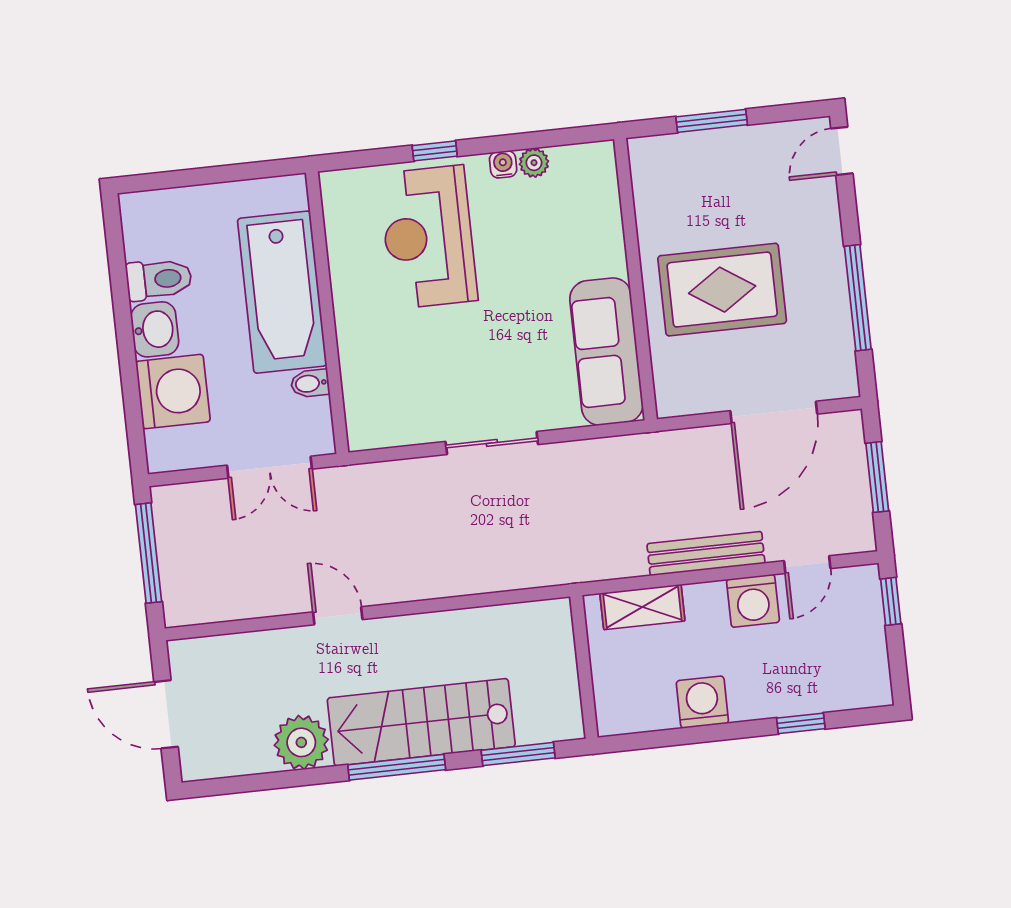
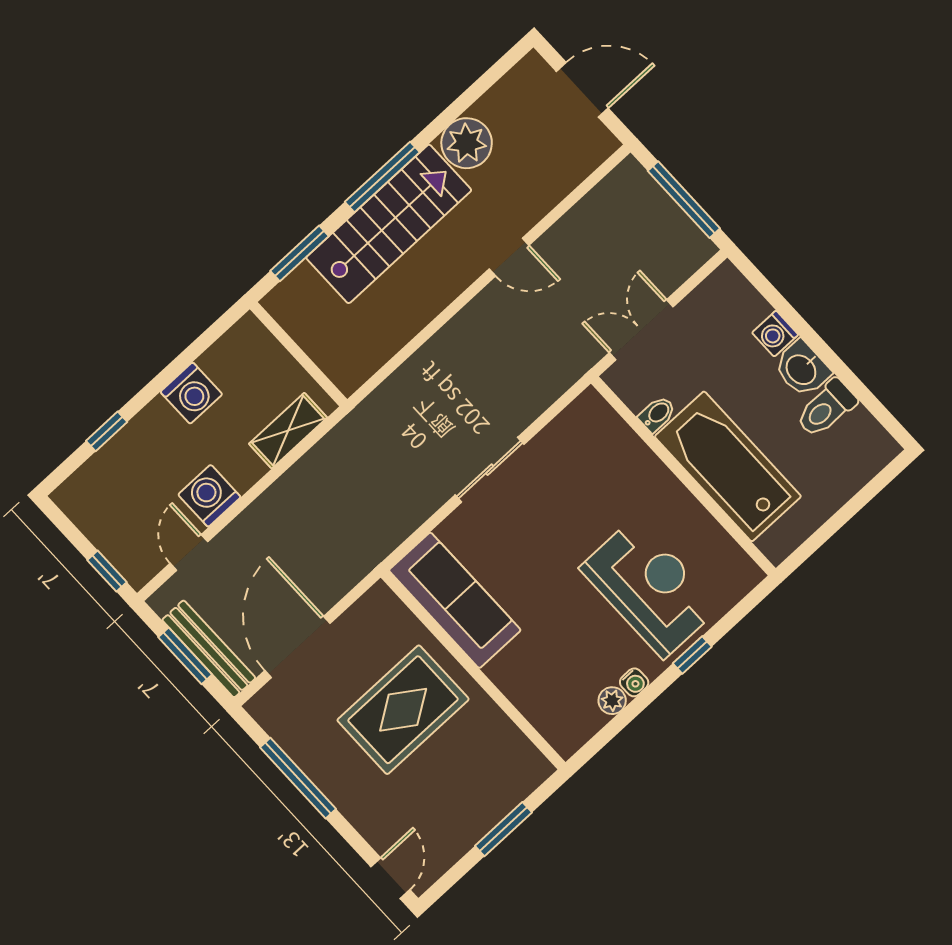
washing machine: (173, 392) -> (775, 334), width x0.53, depth x0.53
bench: (706, 554) -> (209, 649), moved, turned 90

